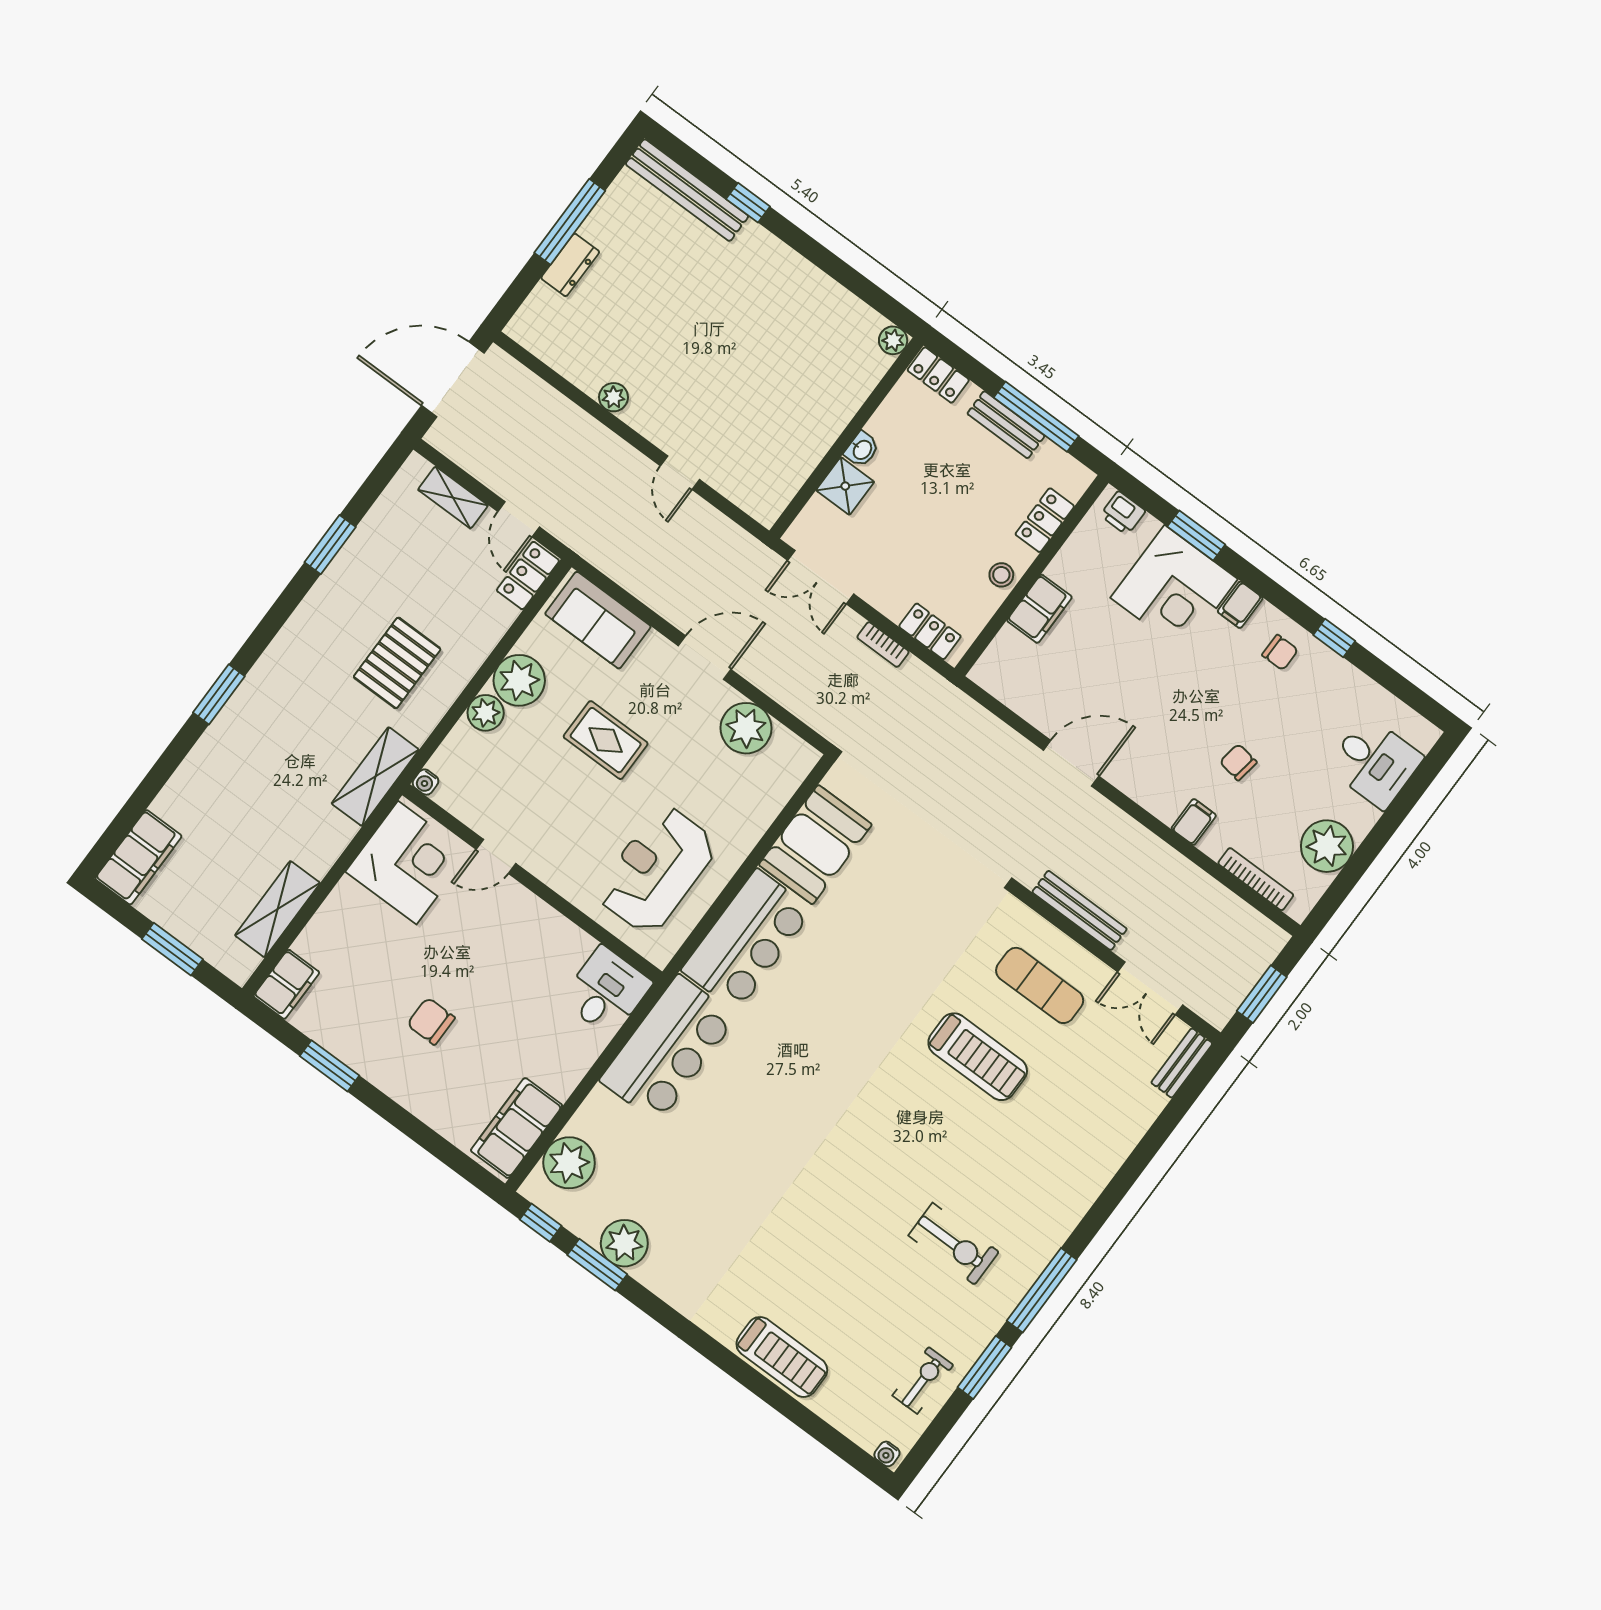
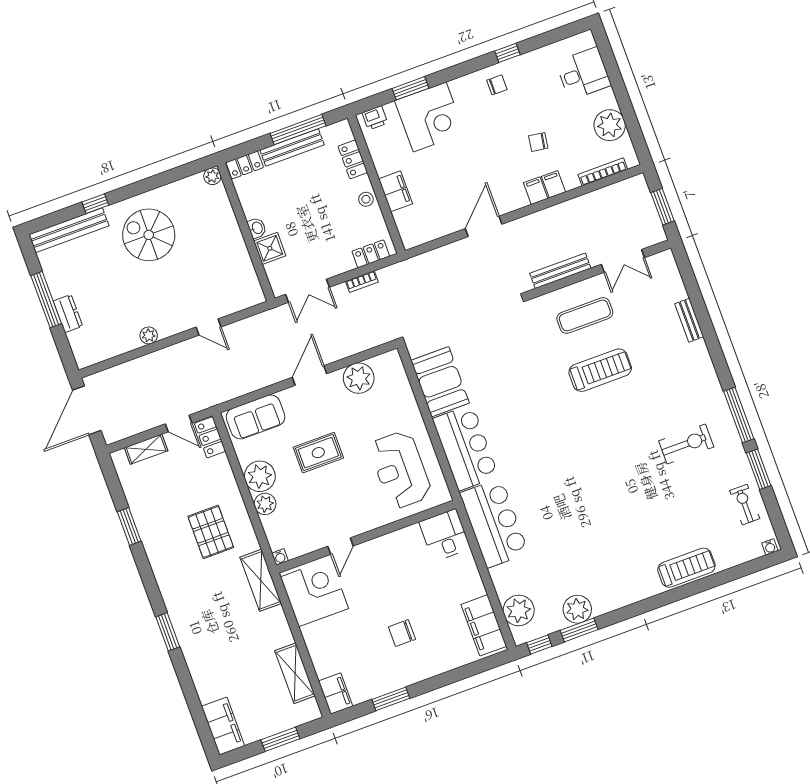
spiral stairs: (753, 305) -> (149, 235), added
bench: (1006, 425) -> (292, 147), width x1.36
filing cabinet: (1240, 605) -> (536, 191), moved, turned 180
bench: (1182, 1063) -> (689, 320), moved

